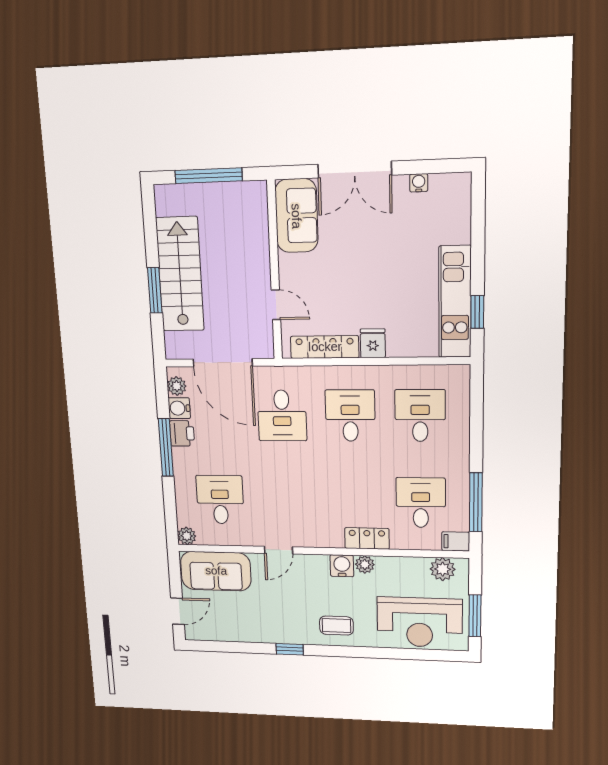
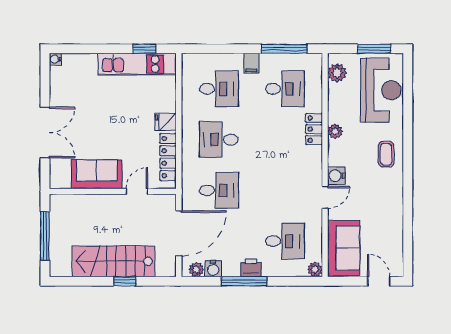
water cooler: (419, 183) -> (55, 59), moved
sofa: (296, 216) -> (97, 174), moved
window: (155, 290) -> (125, 281), width x0.67
desk: (420, 416) -> (219, 89), turned 180
printer: (182, 433) -> (251, 268), moved
desk: (220, 500) -> (285, 241), turned 180
desk: (421, 503) -> (285, 89), turned 180
filing cabinet: (456, 541) -> (251, 63), moved
door: (278, 550) -> (325, 197), hinge flipped
water cooler: (342, 566) -> (337, 176), moved
window: (290, 649) -> (408, 192), removed

